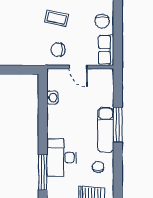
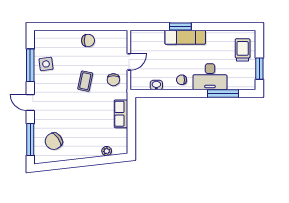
row of seats: (106, 50) -> (121, 114), moved, turned 90
window: (118, 125) -> (180, 27), width x0.69
chair: (98, 167) -> (182, 80), moved

